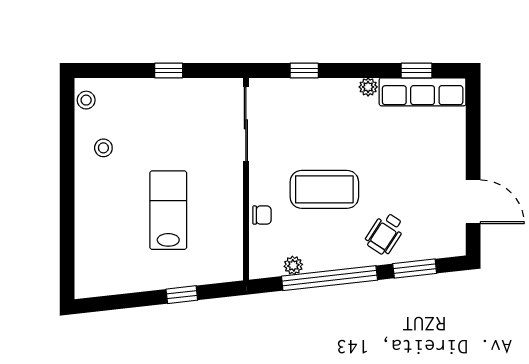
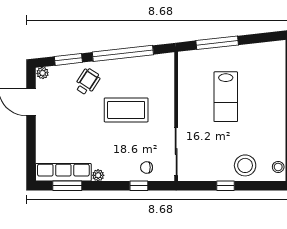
window: (416, 70) -> (67, 186), width x1.50
stool: (103, 148) -> (245, 165), moved, width x1.89, depth x1.89
chair: (262, 215) -> (147, 167), moved
plant: (293, 265) -> (43, 73), moved
window: (182, 295) -> (217, 43), width x2.17

